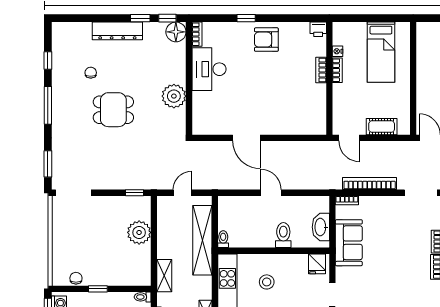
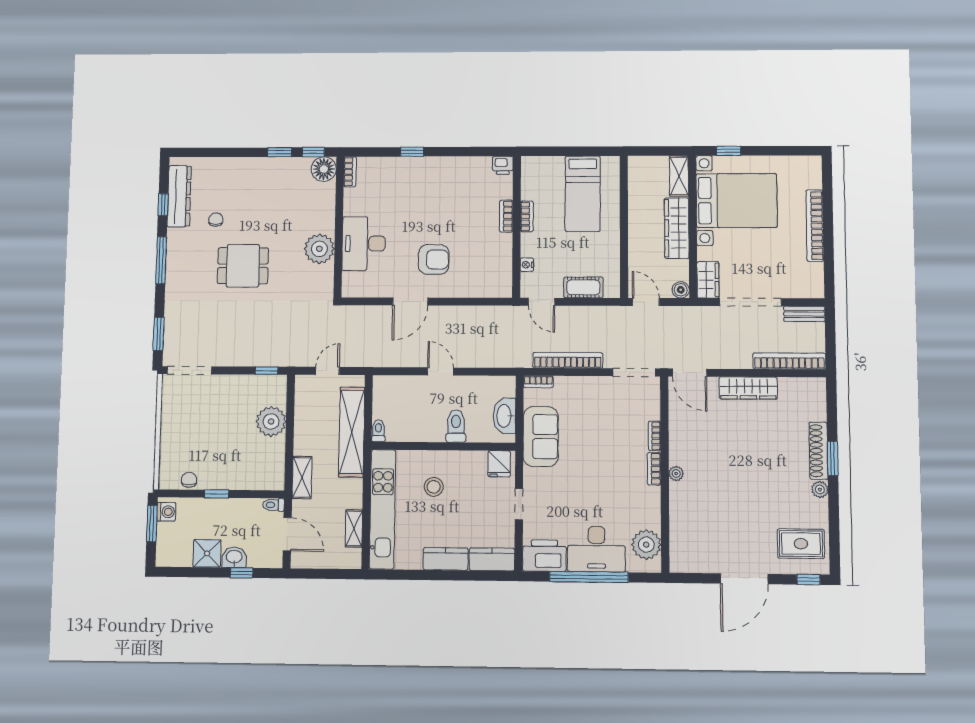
dresser: (117, 31) -> (179, 196), moved, turned -90
armchair: (266, 40) -> (434, 259), moved, turned 180
nightstand: (338, 51) -> (527, 265), moved
desk: (209, 69) -> (364, 244), moved
door: (246, 138) -> (410, 301), hinge flipped

